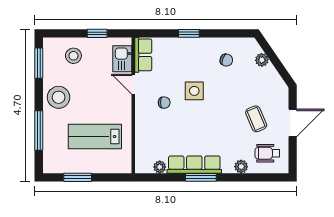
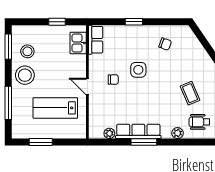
stool: (73, 56) -> (27, 51), moved
plant: (262, 60) -> (195, 44), removed
door: (133, 84) -> (87, 86), moved

